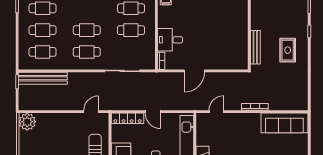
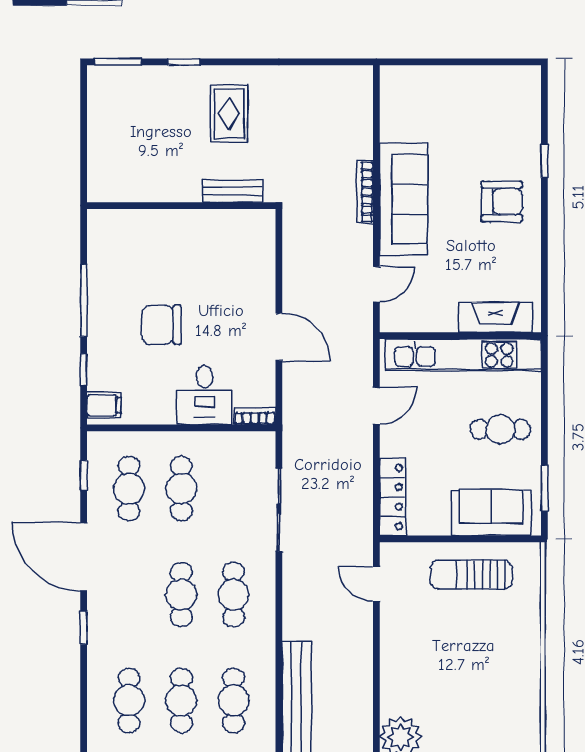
chair: (199, 22) -> (161, 325), added
bench: (255, 47) -> (233, 191), width x0.73
rug: (288, 50) -> (229, 114), turned 90
door: (153, 112) -> (376, 406), moved
door: (216, 112) -> (376, 284), swing flipped
sofa: (284, 123) -> (404, 199), moved

